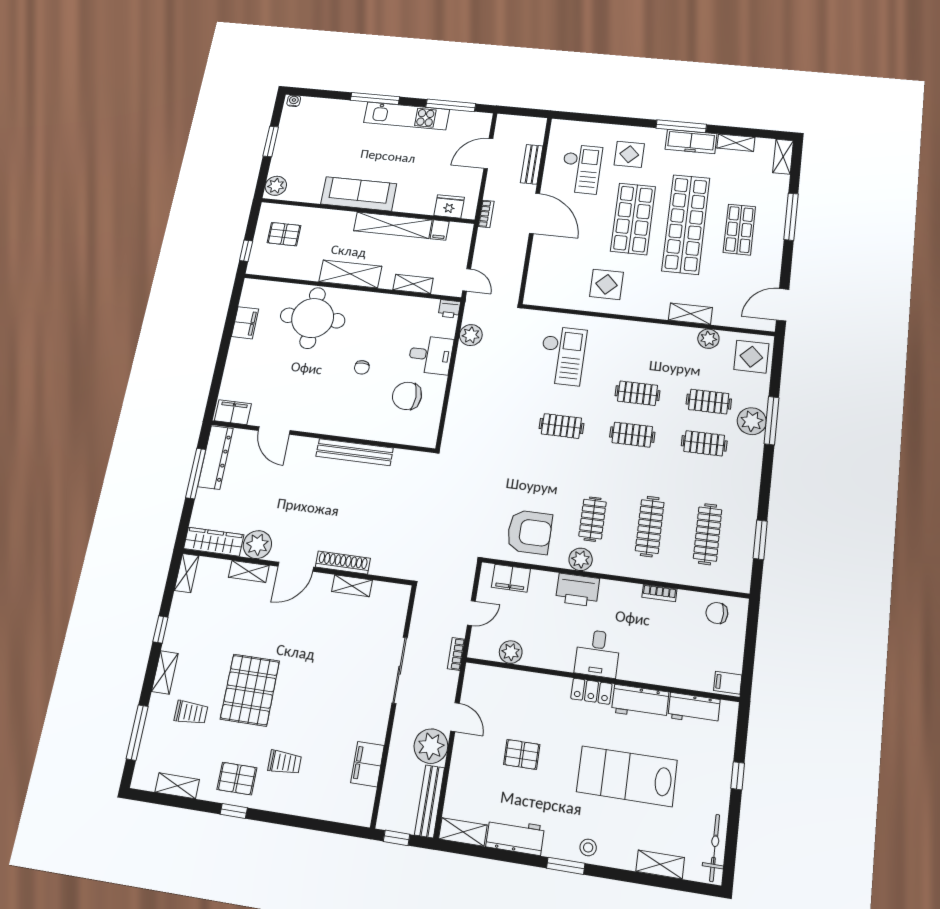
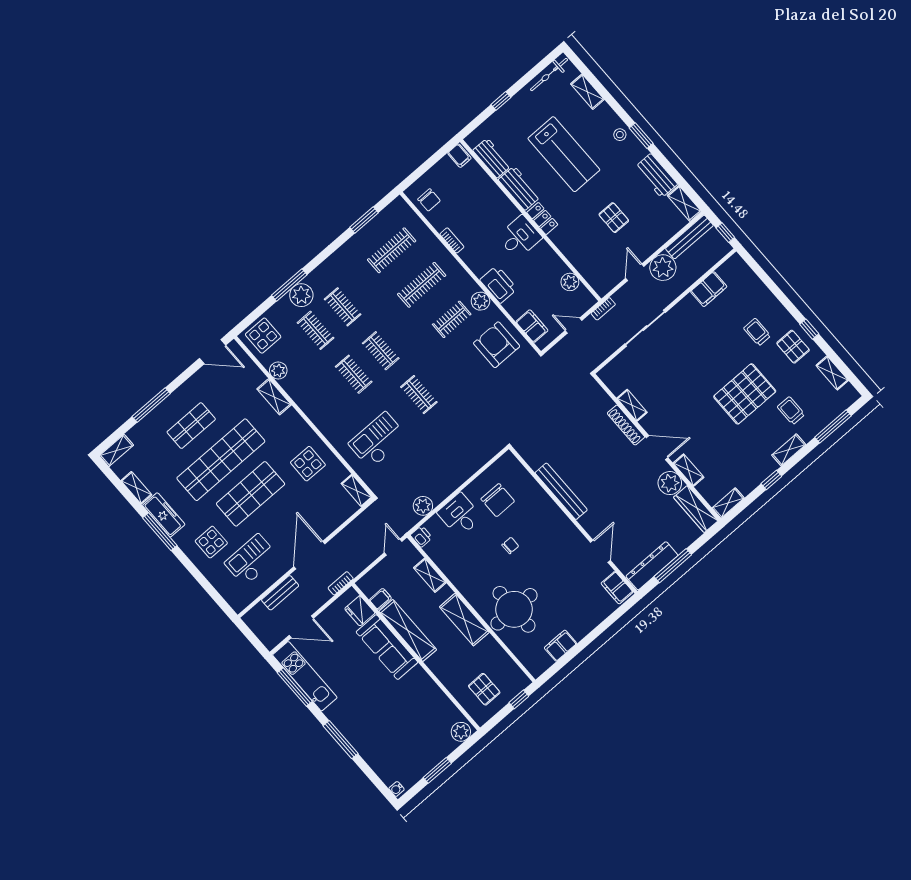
kitchen unit: (406, 116) -> (305, 676), moved
sofa: (359, 194) -> (387, 647), moved
shelving: (542, 298) -> (357, 491), added

